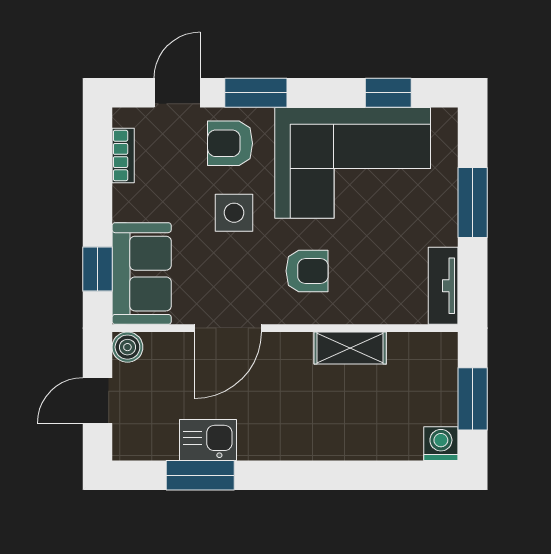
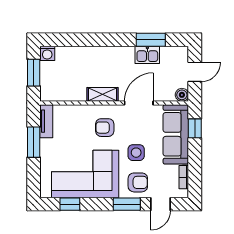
window: (473, 203) -> (34, 142), moved
sofa: (142, 274) -> (176, 134), width x1.36
shelving: (350, 348) -> (102, 94), moved

